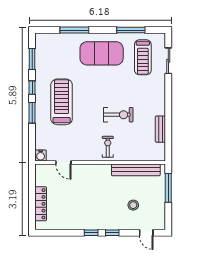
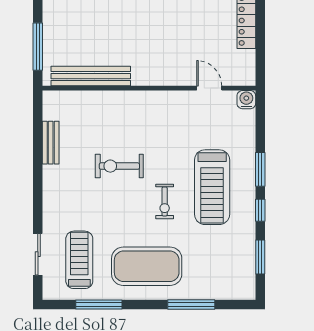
exercise bike: (108, 147) -> (165, 202), moved
stool: (133, 205) -> (95, 18), removed

